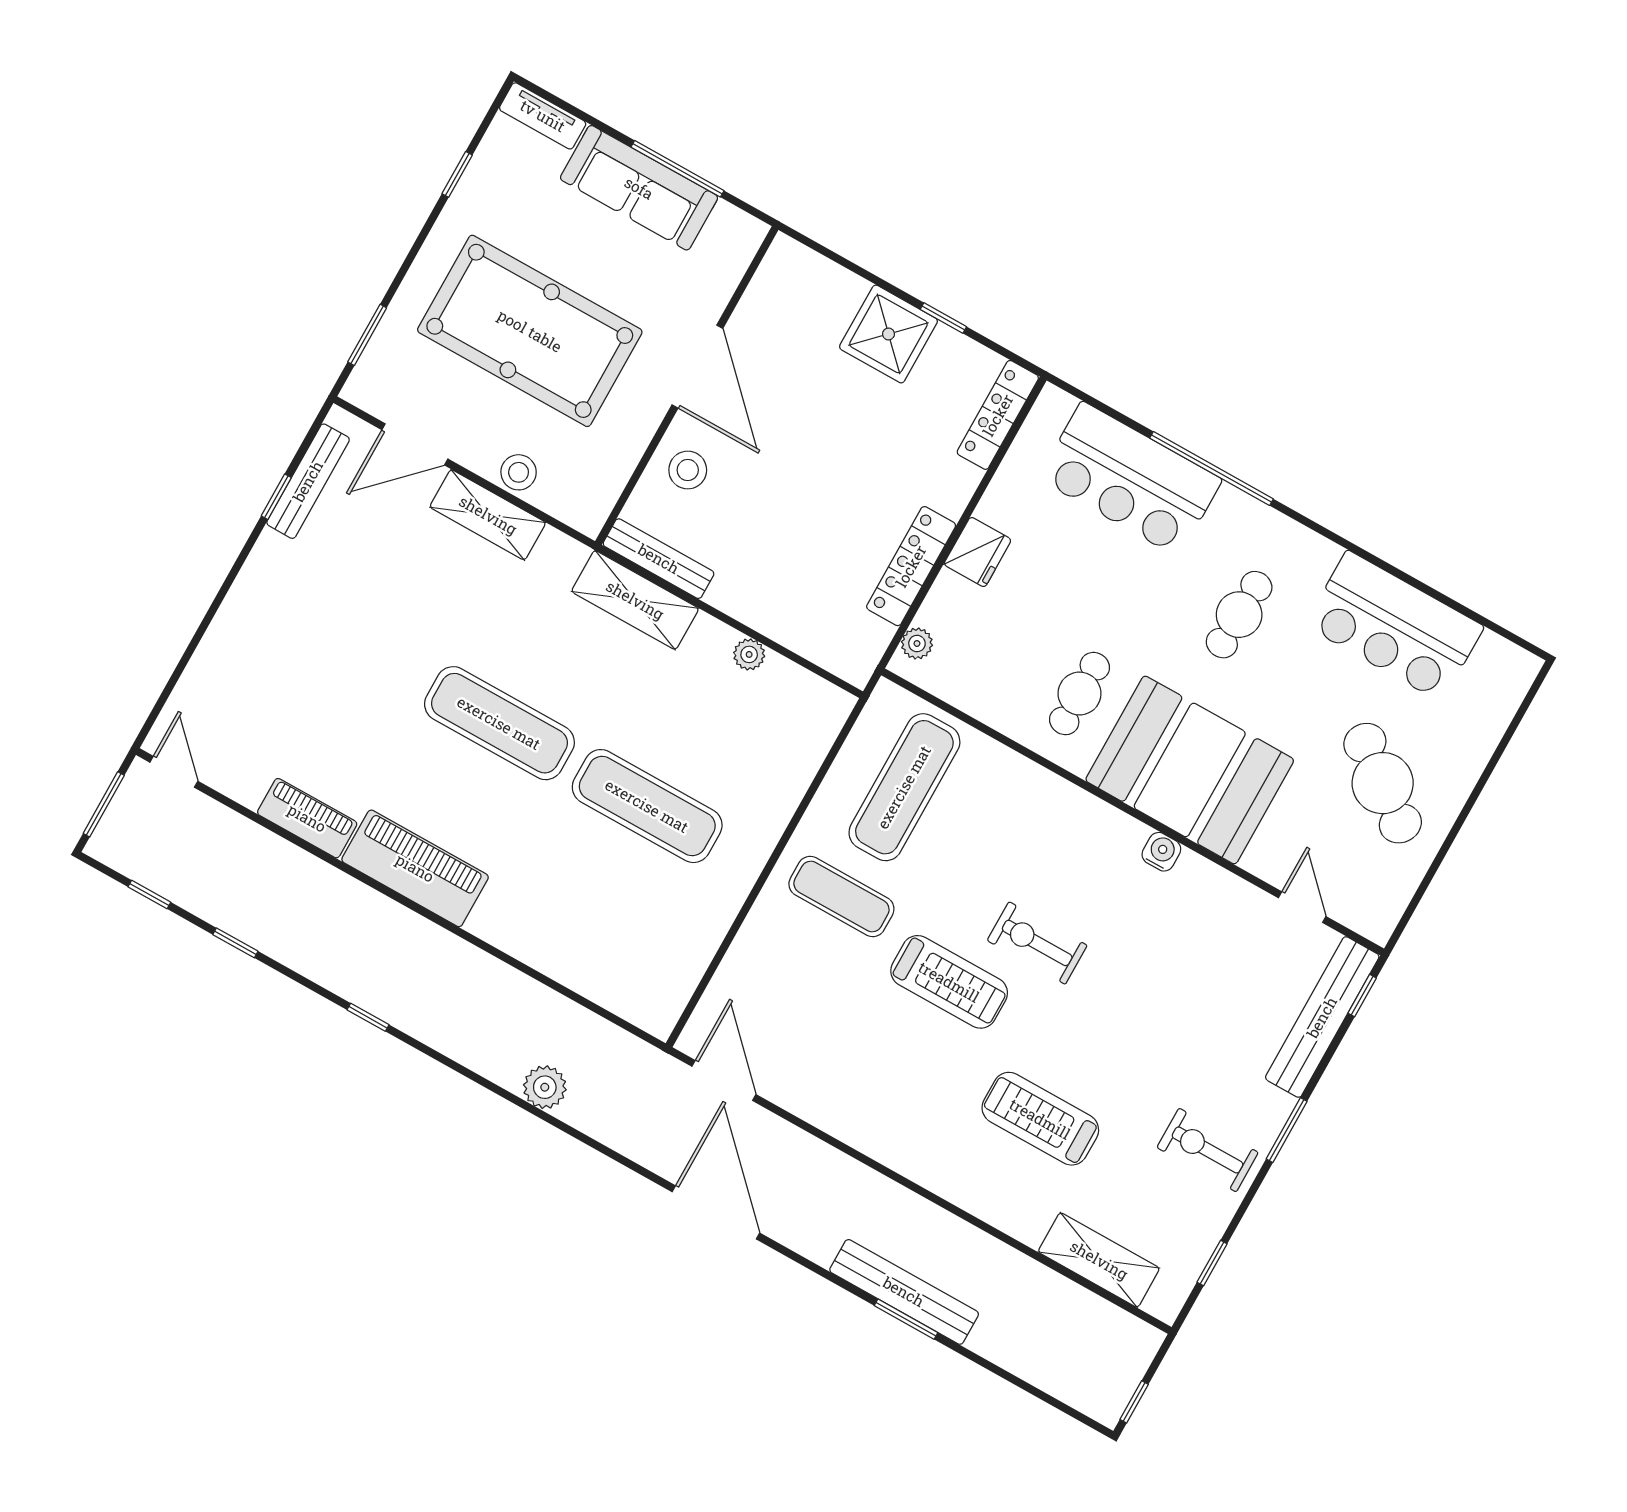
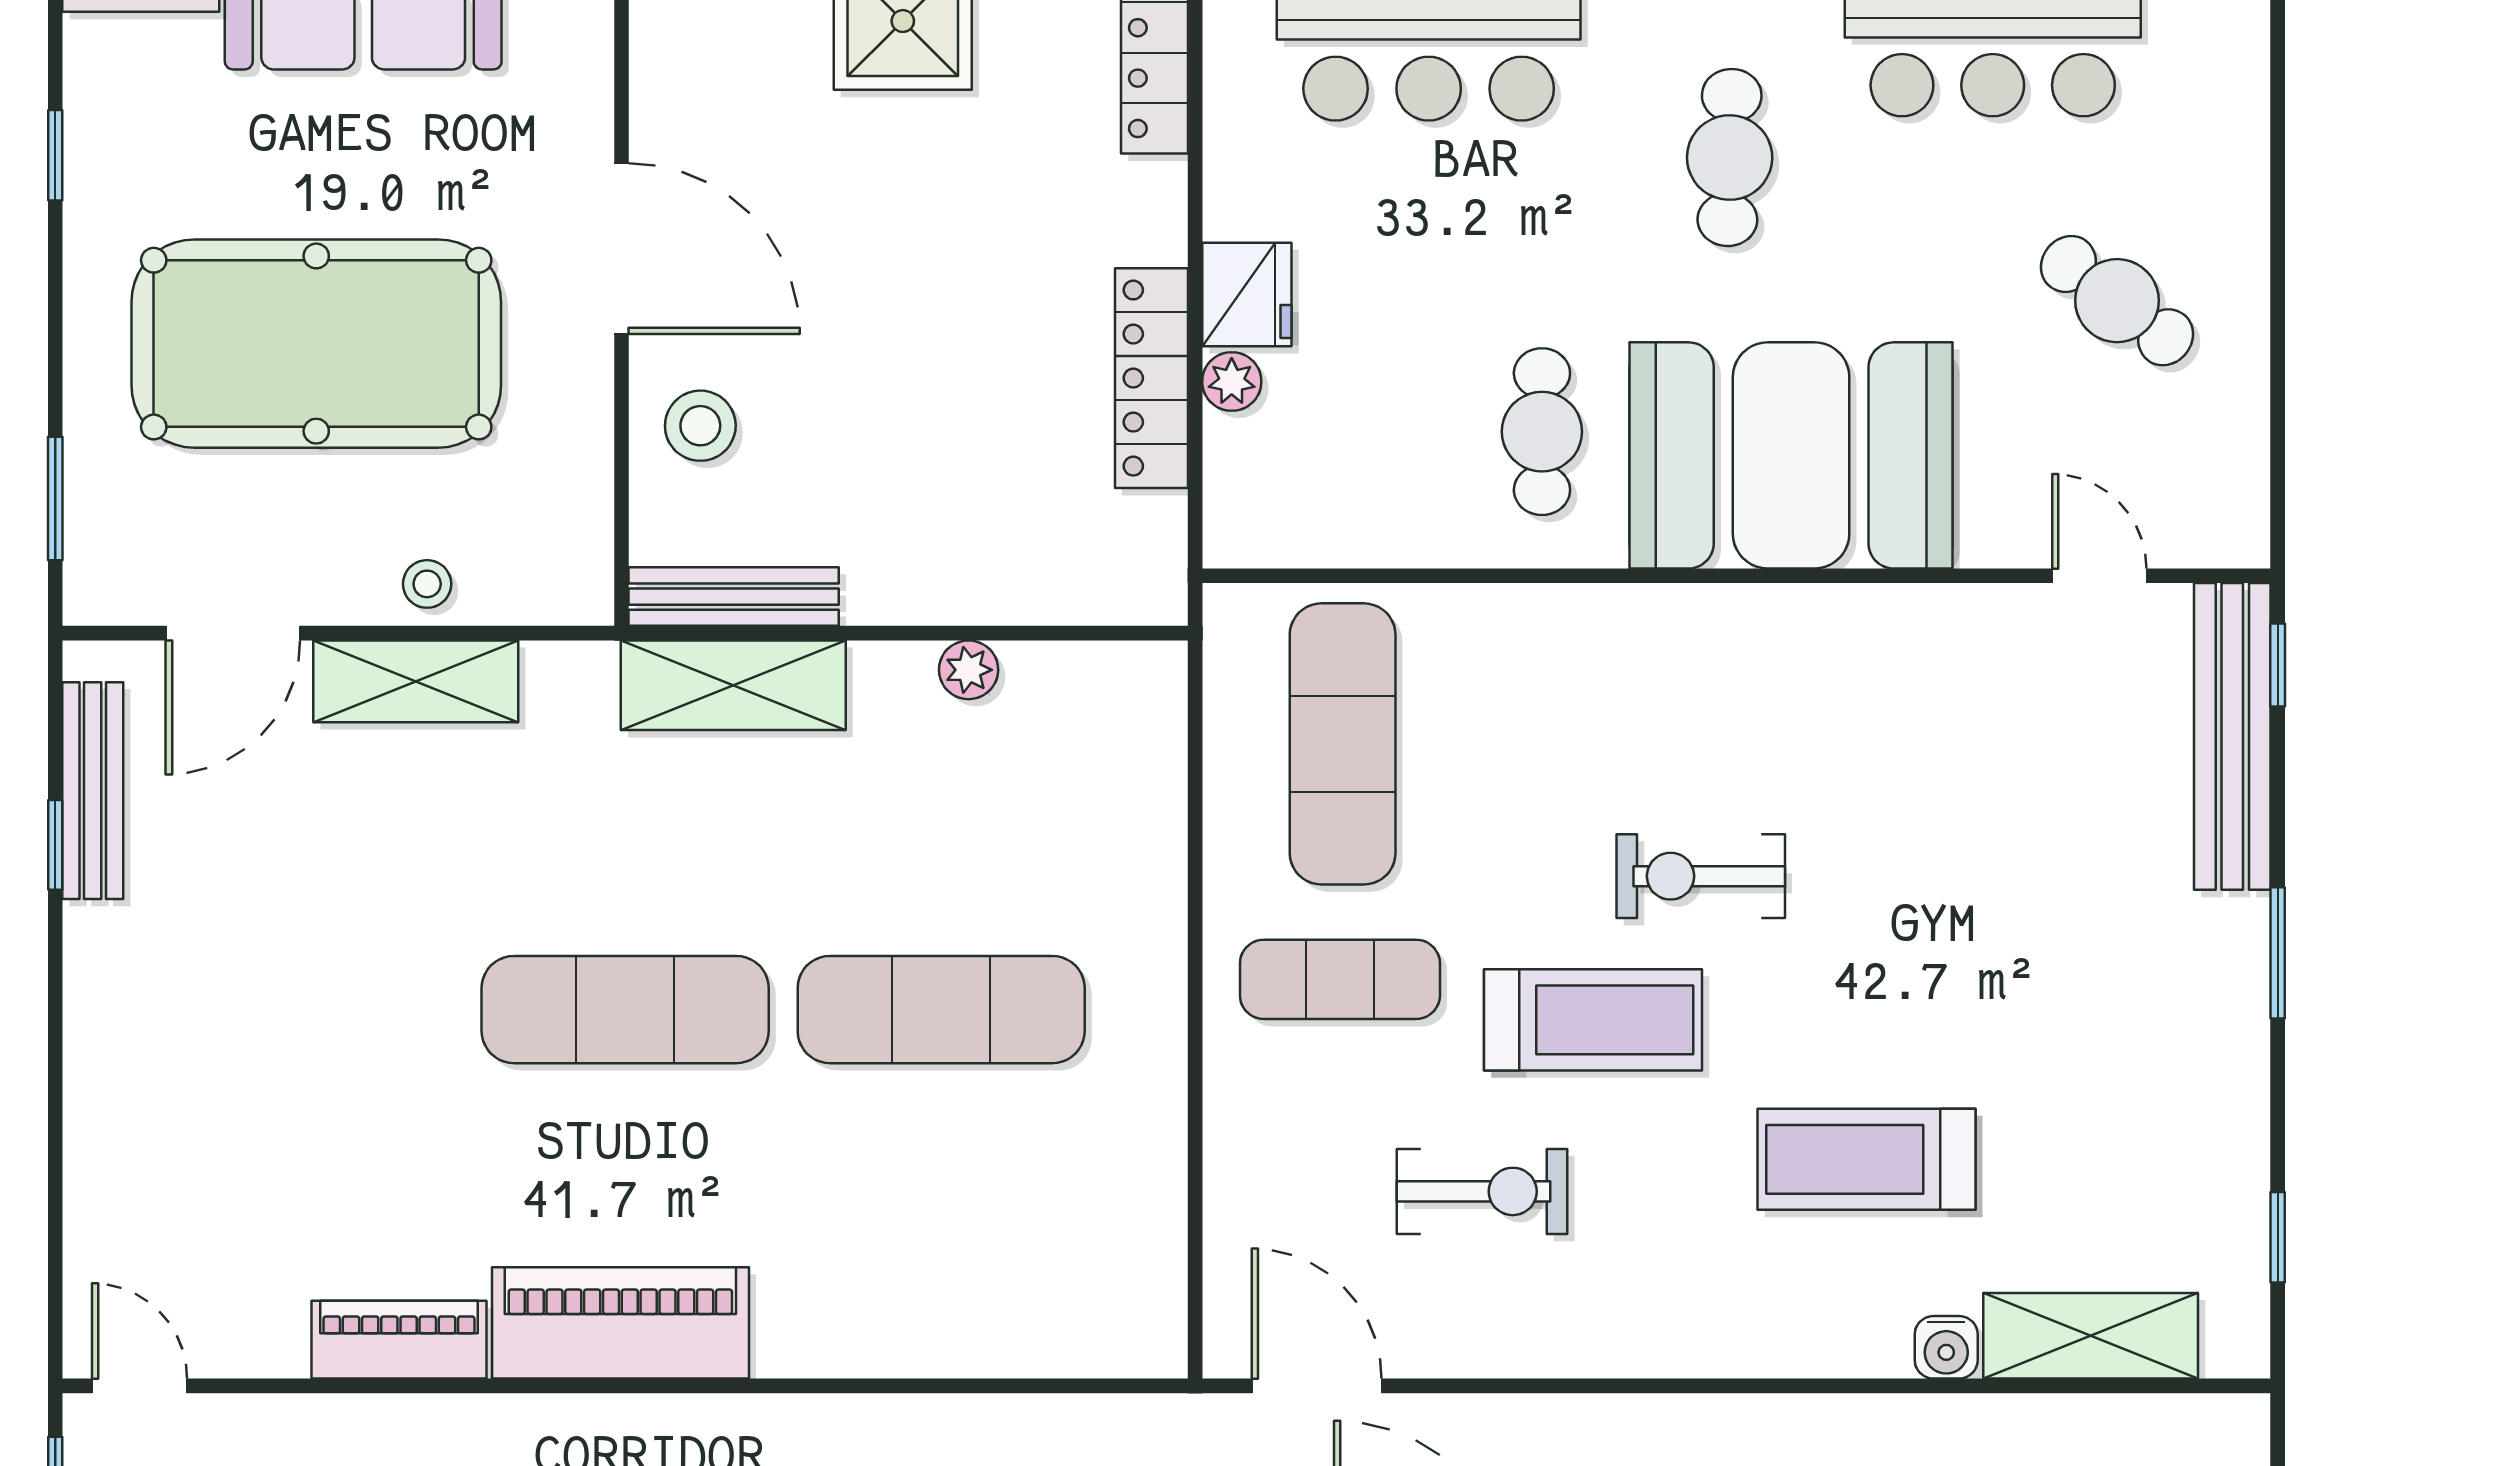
stool: (519, 472) -> (427, 584), width x0.73, depth x0.73
plant: (917, 643) -> (1232, 382), moved
cafe table: (1383, 783) -> (2117, 301), width x0.73, depth x0.74
water cooler: (1161, 852) -> (1946, 1347), moved, turned 180
exercise bike: (1208, 1150) -> (1482, 1191), moved, turned 180

